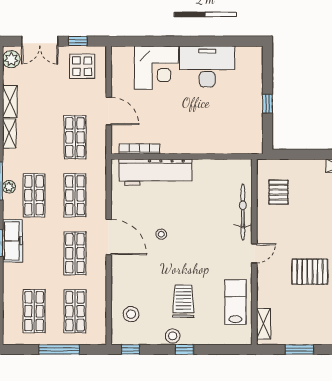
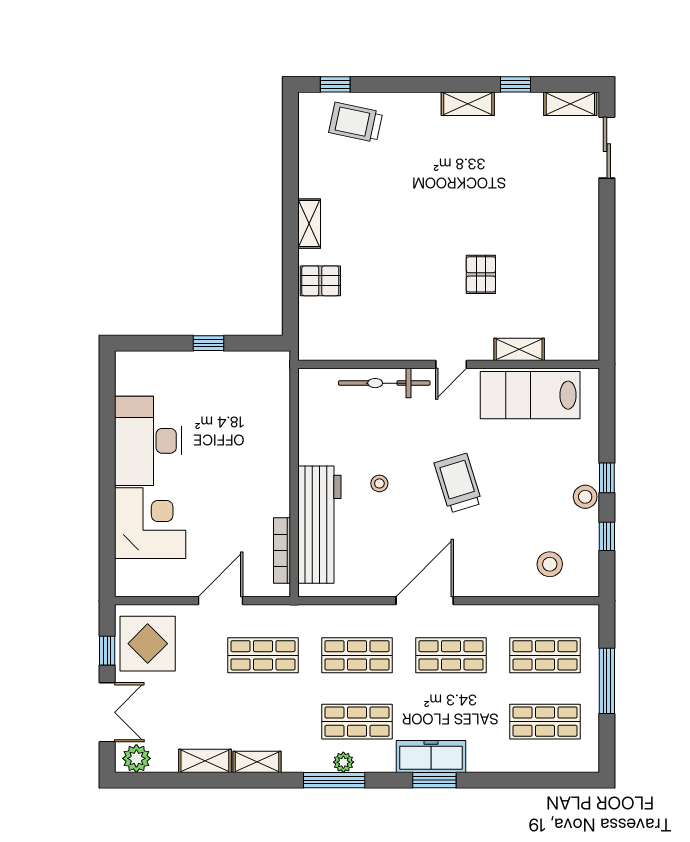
display table: (82, 66) -> (148, 644), width x1.36, depth x1.36
pallet: (278, 192) -> (320, 281), moved
stool: (161, 234) -> (379, 483), moved
door: (254, 253) -> (451, 364), swing flipped
pallet: (310, 272) -> (481, 274), width x0.67, depth x0.71
trolley: (183, 301) -> (458, 483), moved, turned 73
lab bench: (235, 302) -> (530, 395), width x1.36, depth x1.39
shelving: (264, 324) -> (519, 349), moved
window: (131, 349) -> (607, 536), moved
window: (299, 349) -> (607, 291), removed

